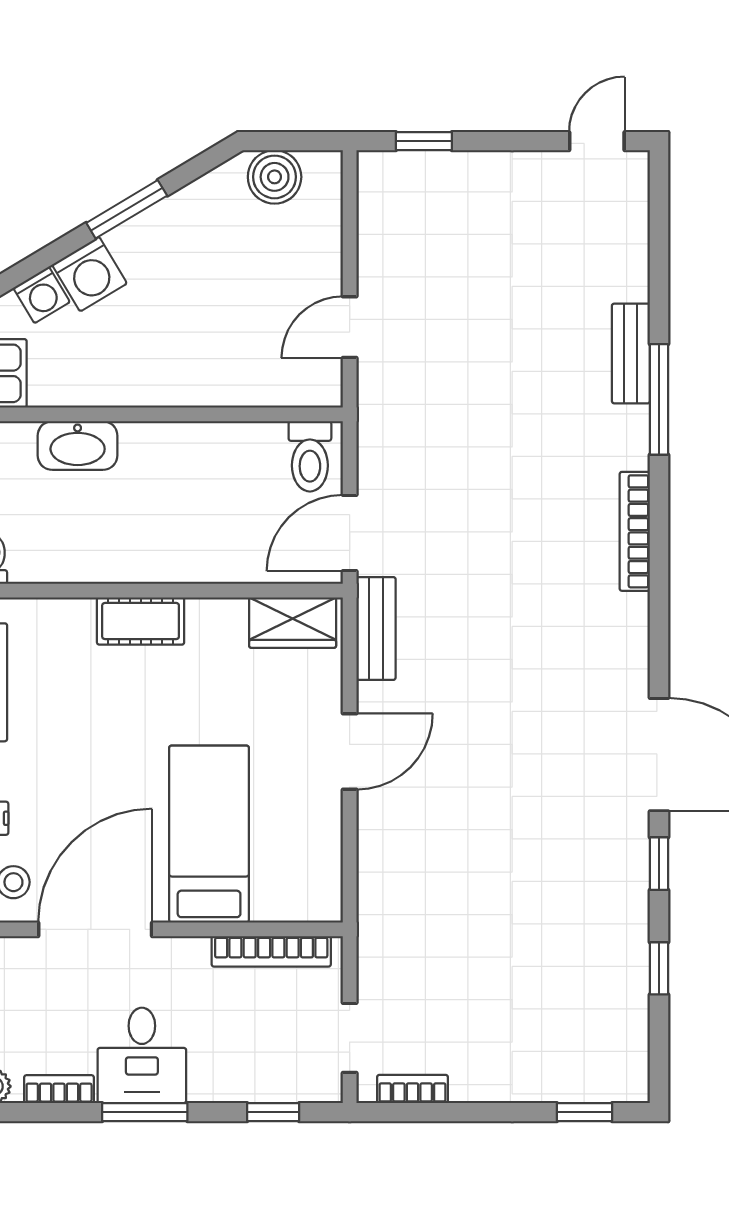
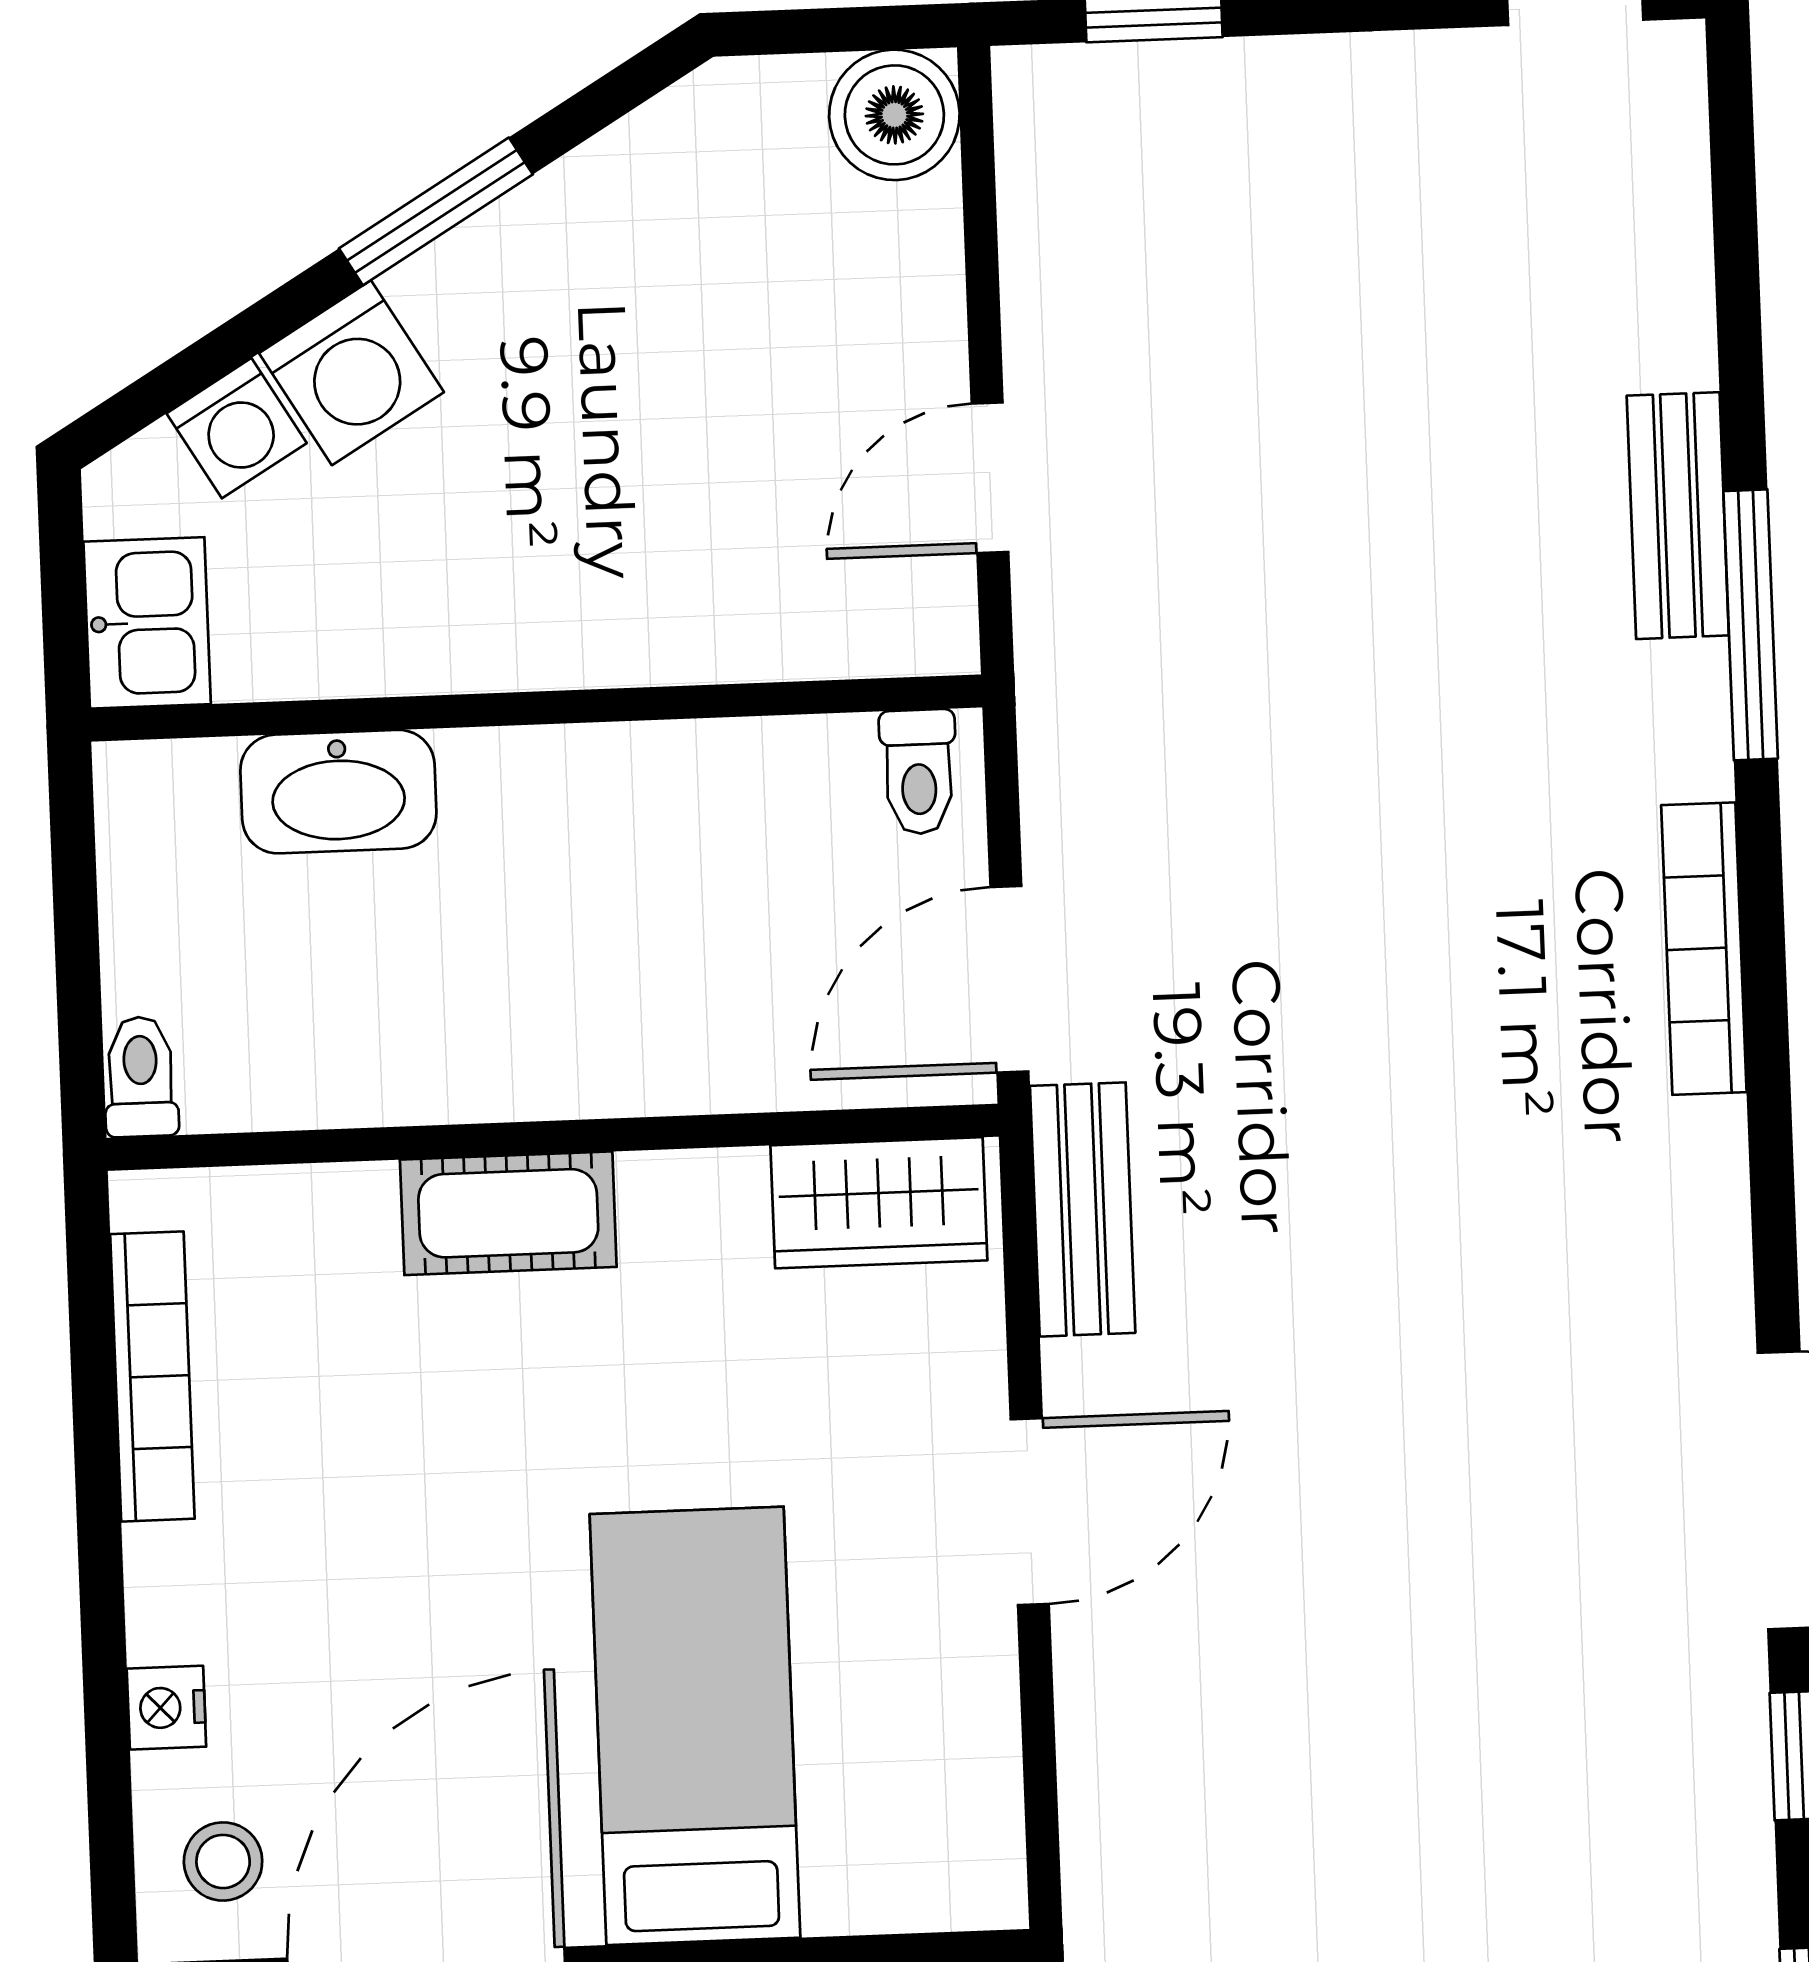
boiler: (275, 177) -> (894, 115), moved
toilet: (310, 456) -> (919, 772), width x0.73, depth x0.72

